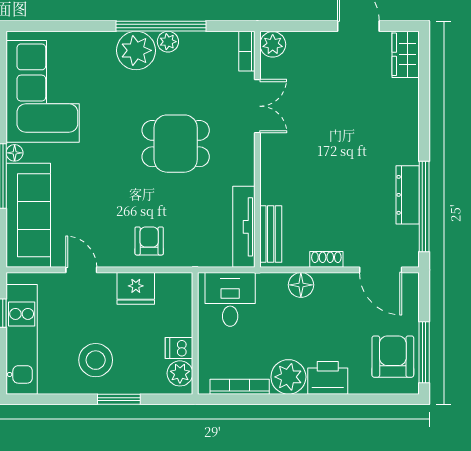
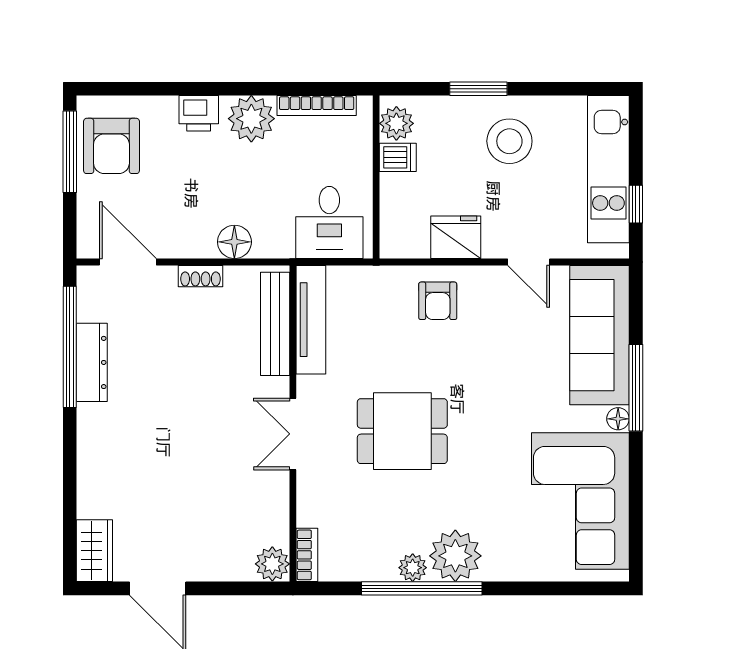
double door: (257, 106) -> (293, 434), moved
bench: (271, 234) -> (275, 324), width x1.36
printer: (328, 378) -> (199, 113), width x0.73, depth x0.81

